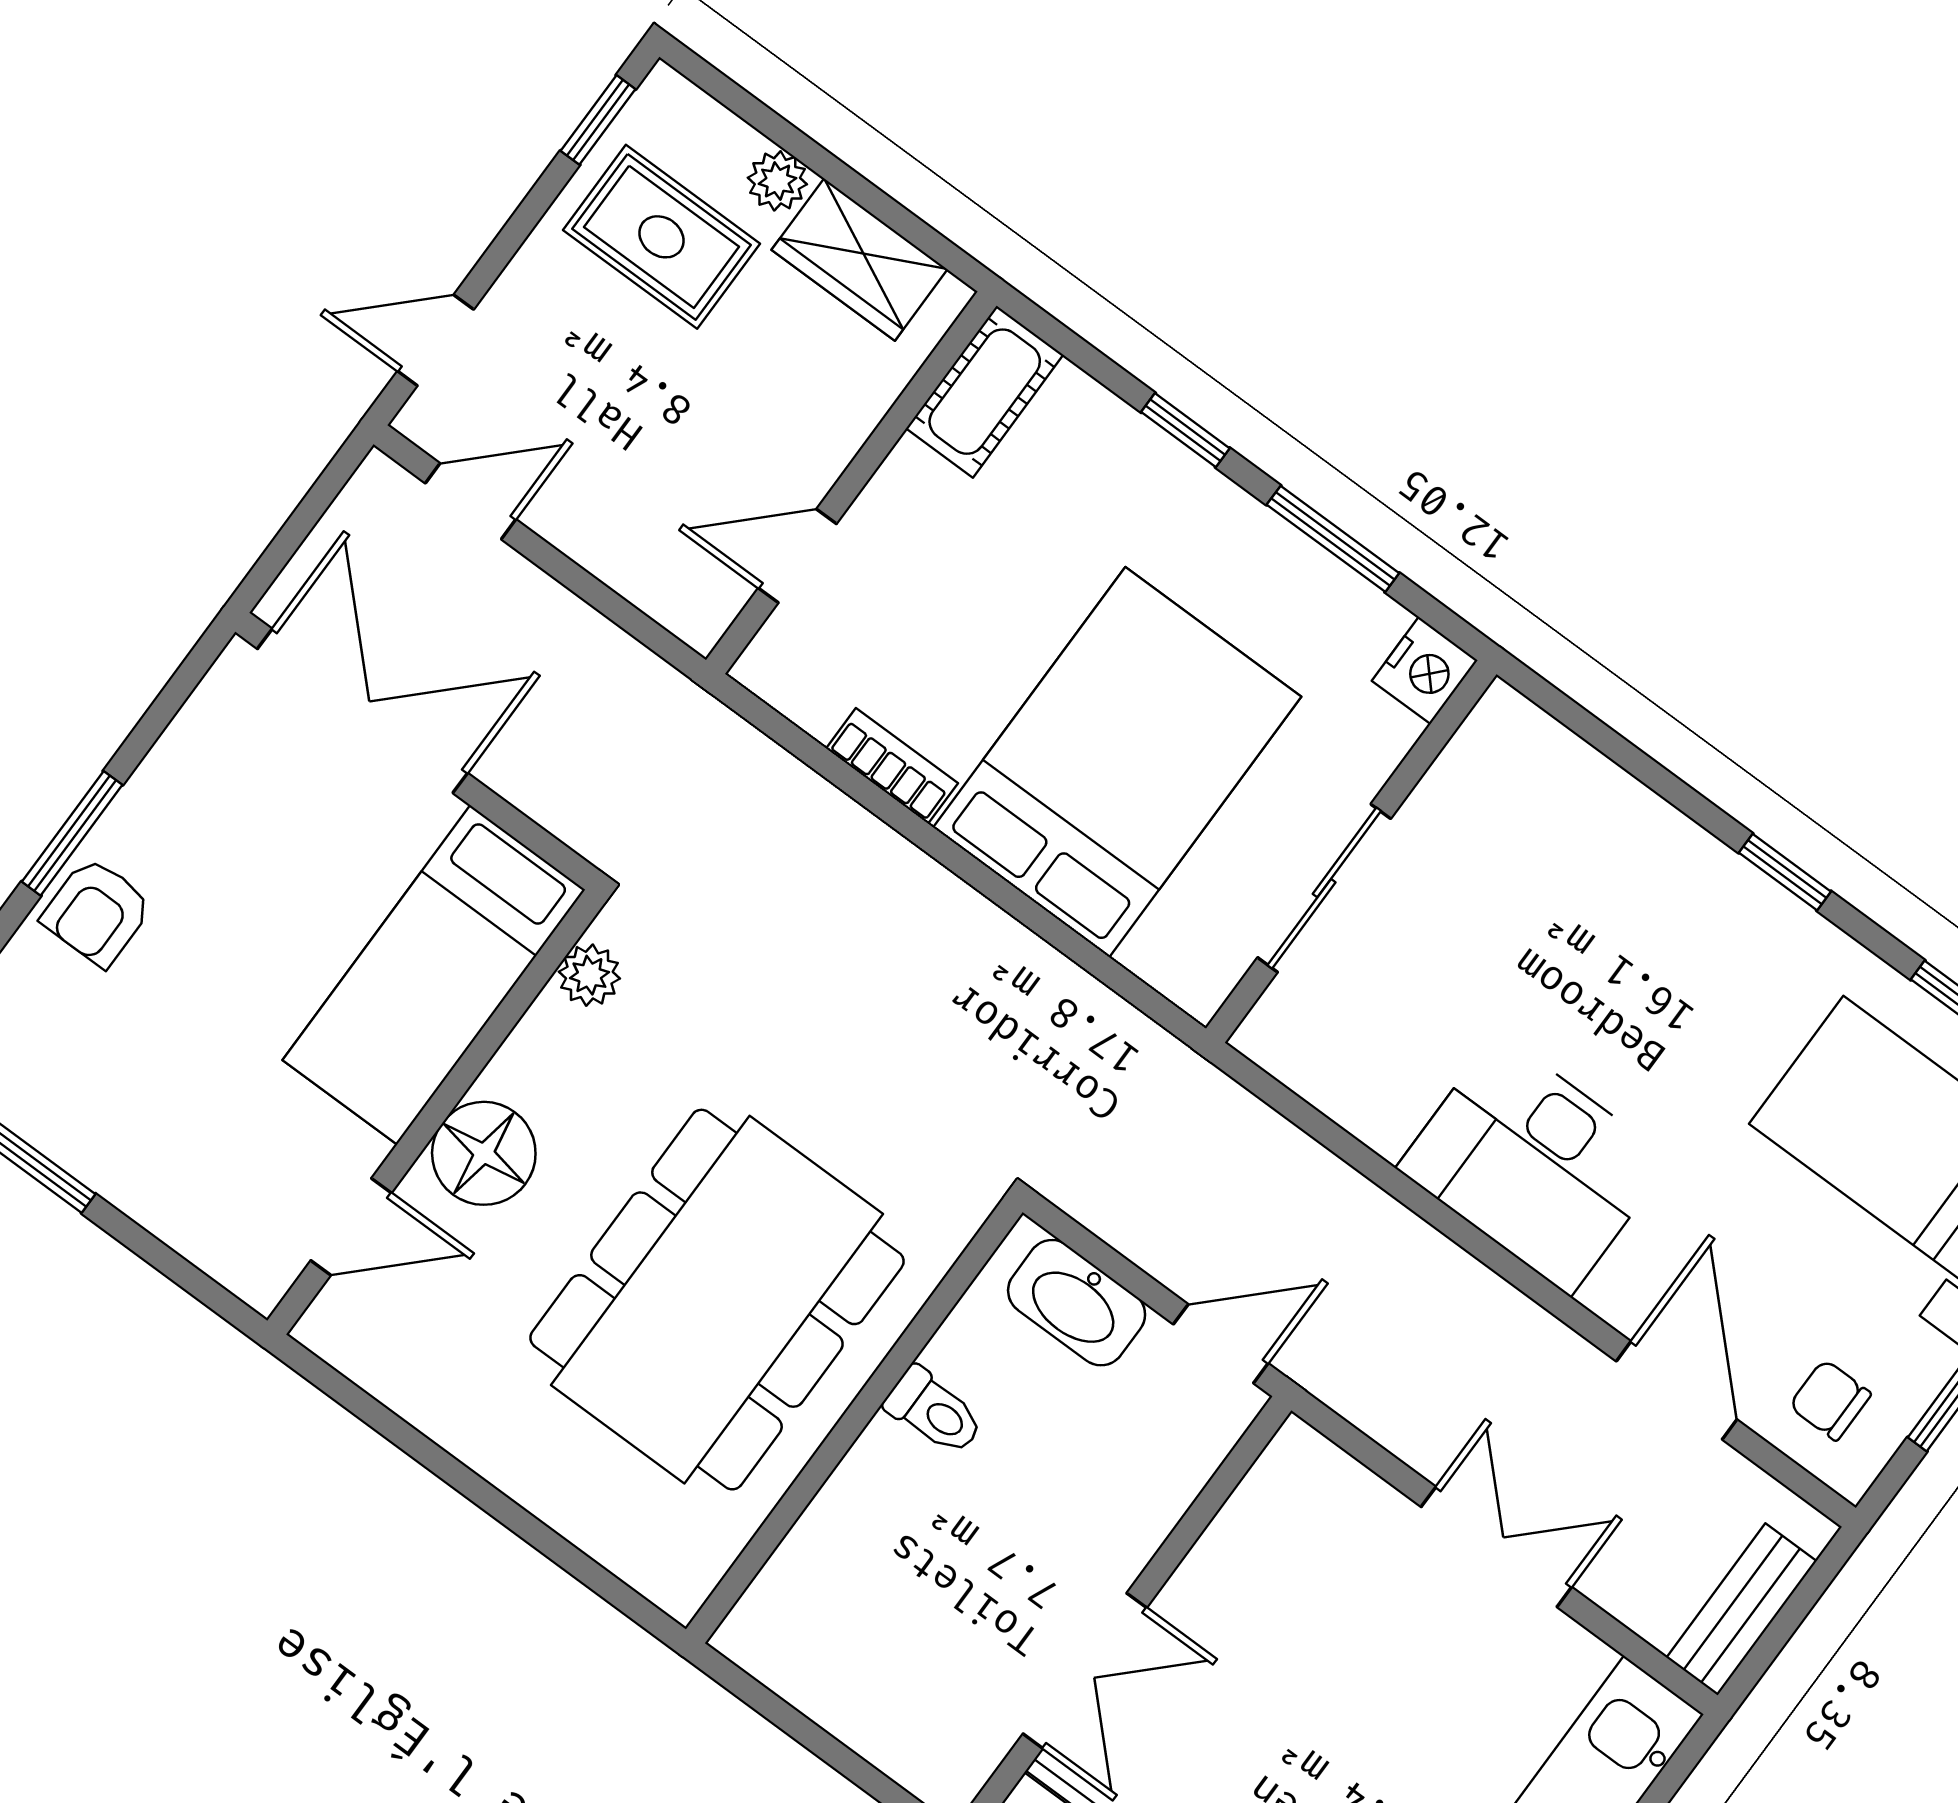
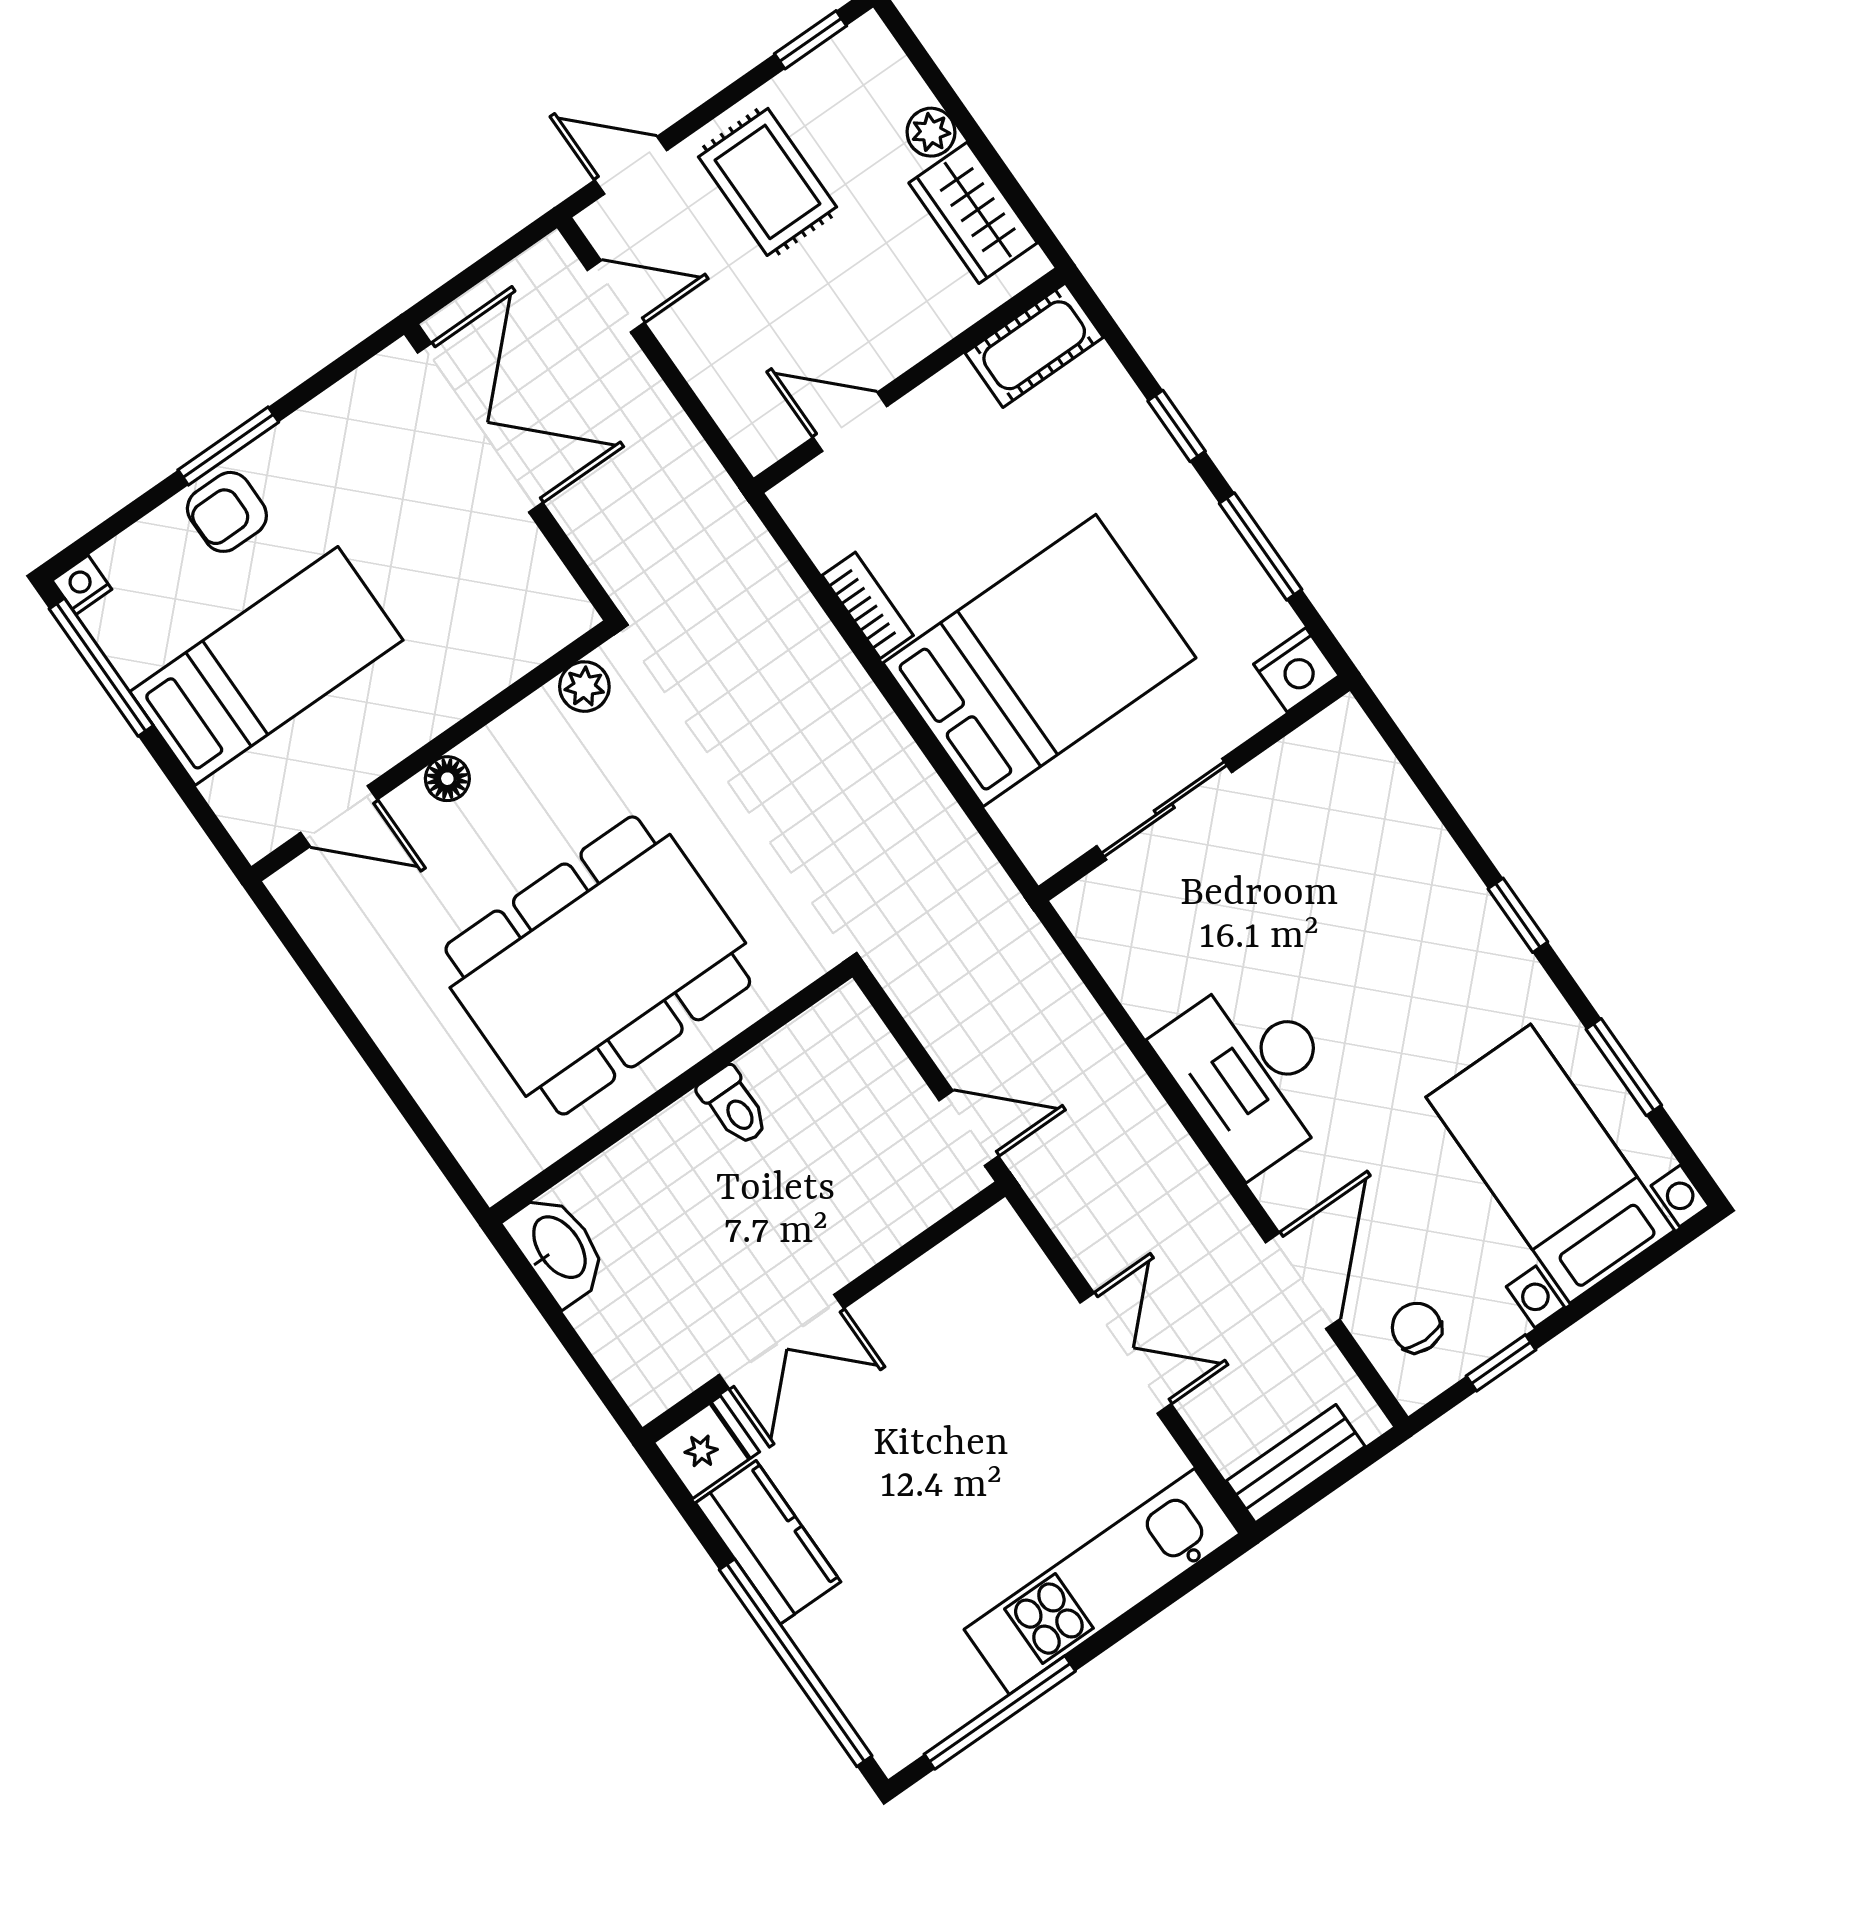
rug: (662, 237) -> (768, 182), moved
bed: (434, 975) -> (266, 666), moved, turned 180
floor lamp: (484, 1153) -> (447, 779), width x0.53, depth x0.53
washbasin: (1077, 1303) -> (558, 1248), moved, turned 180

